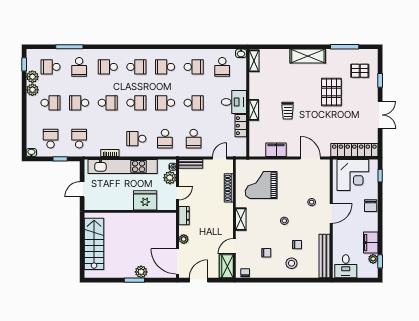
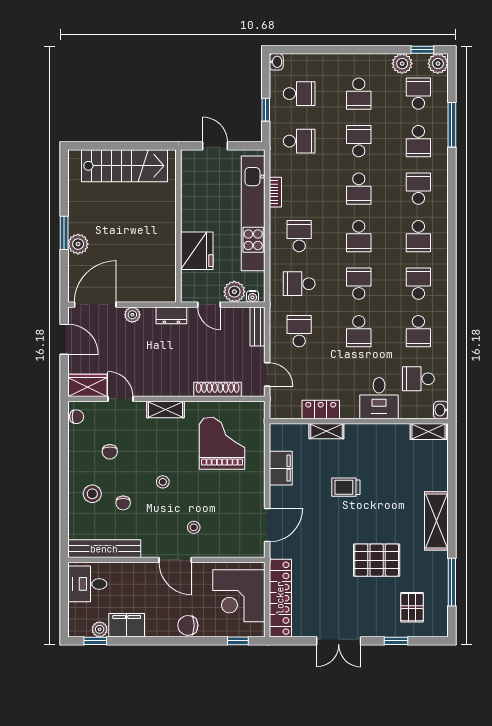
school desk: (79, 67) -> (418, 141), turned -90
plant: (32, 90) -> (438, 64), moved
desk: (234, 102) -> (379, 398), moved
shelving: (254, 110) -> (326, 431), moved
school desk: (194, 139) -> (299, 331), turned 90

